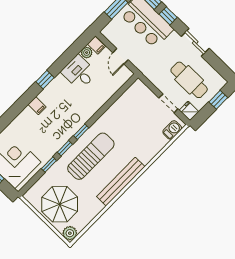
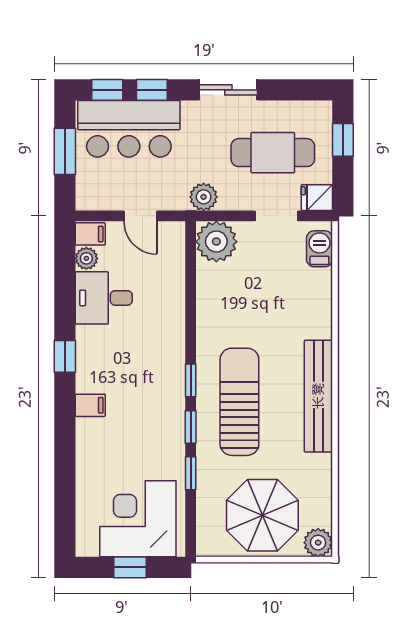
plant: (149, 71) -> (204, 197), added
plant: (138, 92) -> (216, 242), added

